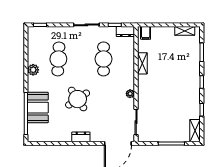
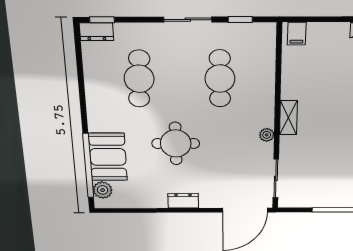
dresser: (125, 32) -> (96, 32), moved
shelving: (142, 63) -> (288, 118), moved
plant: (33, 70) -> (103, 190), moved
round table: (78, 99) -> (176, 143), turned 34

